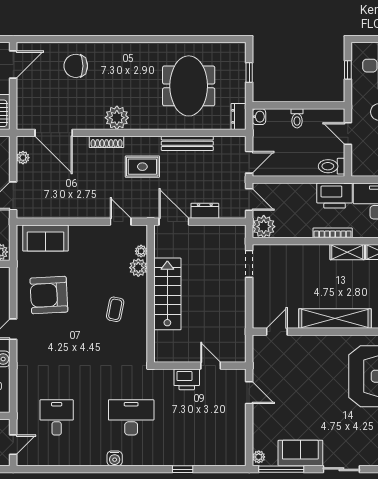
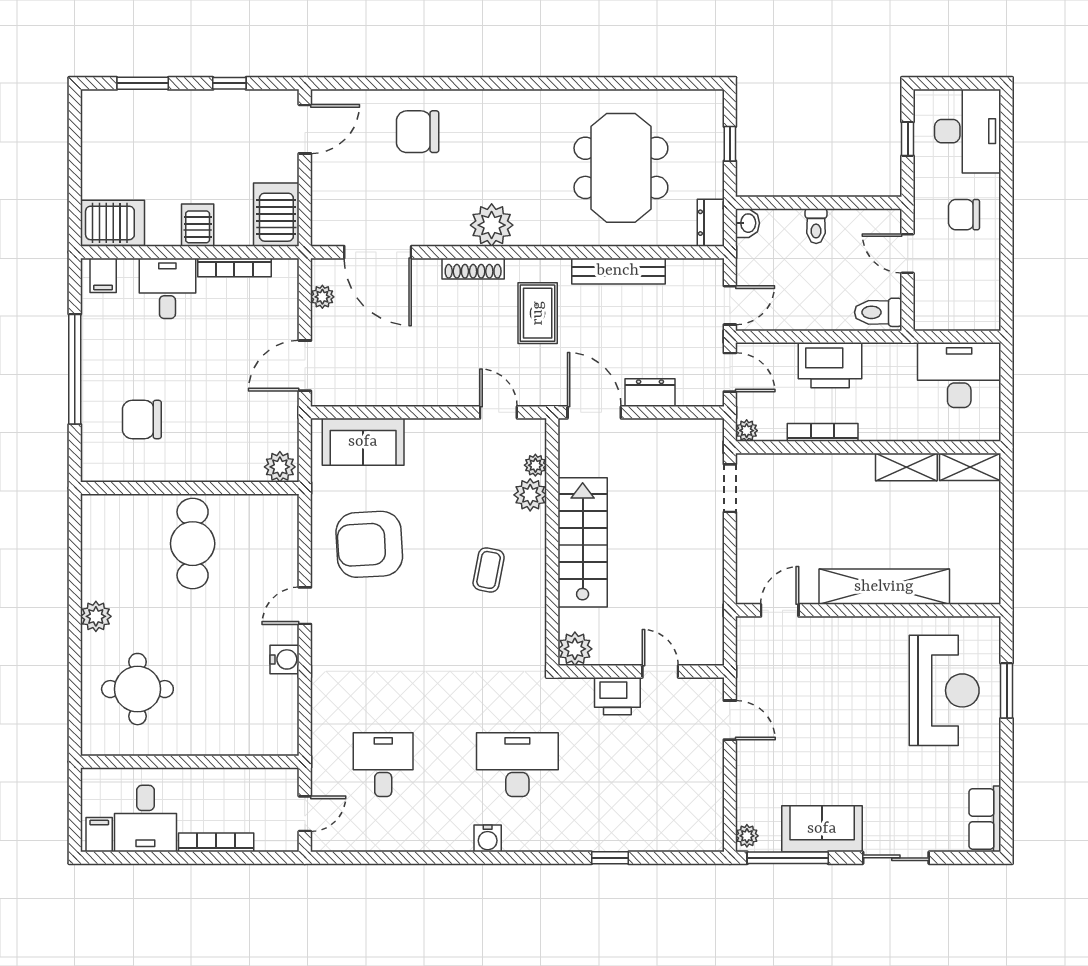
rug: (142, 167) -> (538, 313), turned 90
printer: (335, 196) -> (830, 365), moved
plant: (264, 227) -> (747, 431), width x0.53, depth x0.53
bookcase: (333, 233) -> (823, 432), moved
plant: (163, 353) -> (575, 649), added

